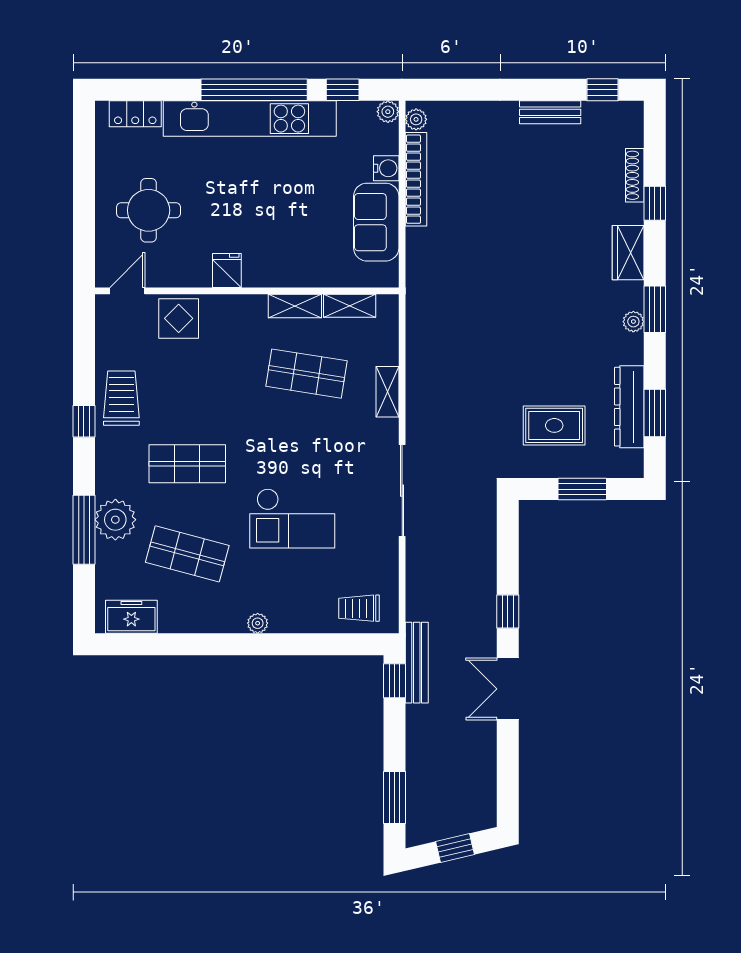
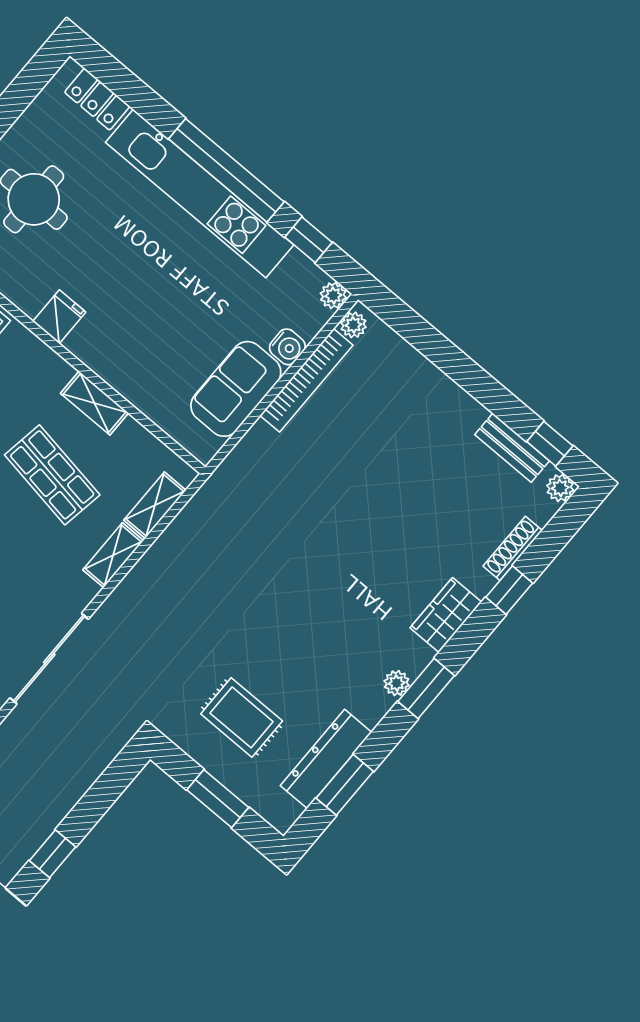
bench: (550, 112) -> (512, 448), moved
plant: (633, 112) -> (560, 488), added
shelving: (350, 306) -> (155, 505), moved, turned 90

